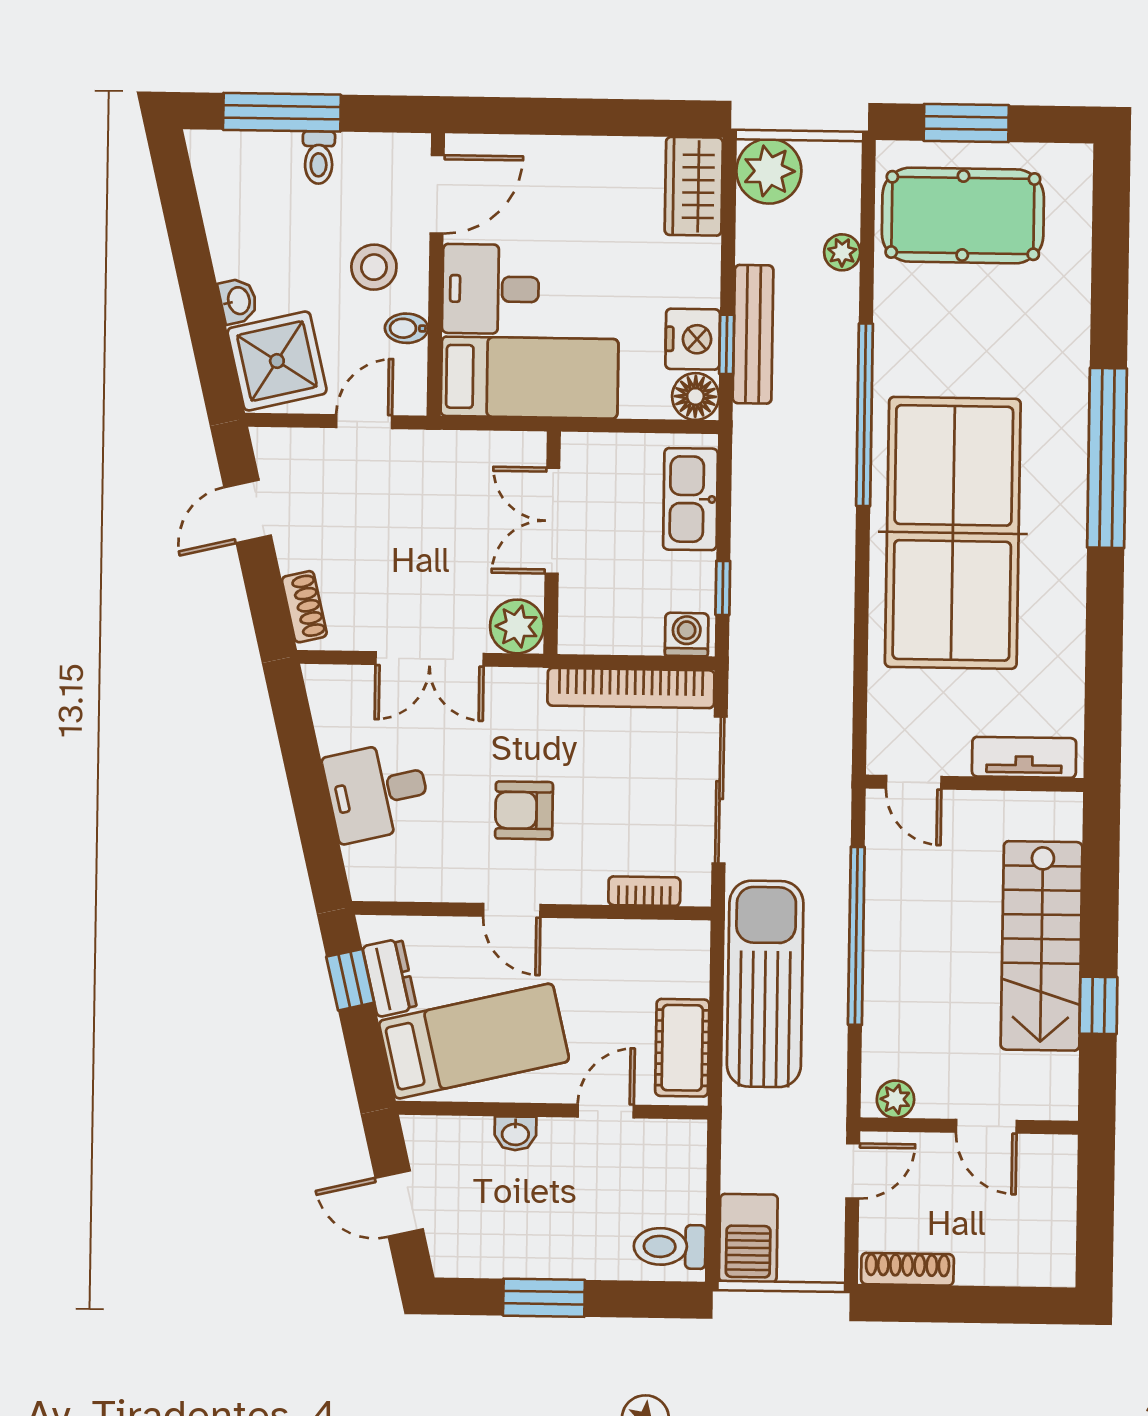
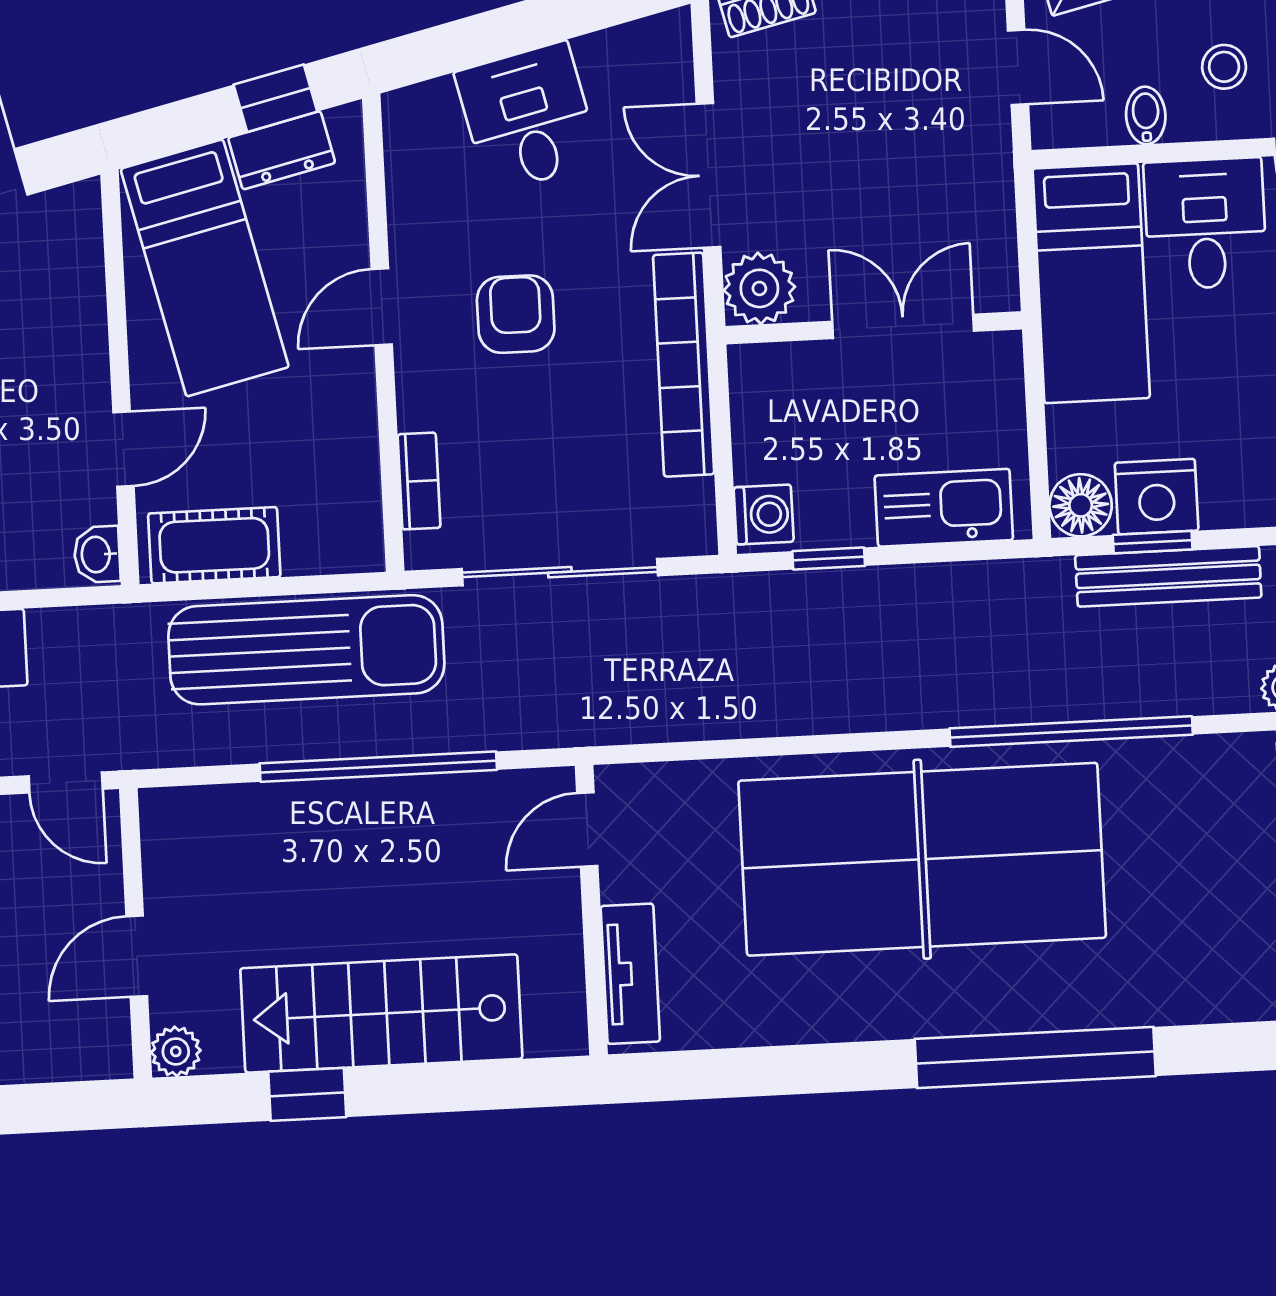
stool: (374, 267) -> (1224, 67), width x0.73, depth x0.73
bookcase: (631, 688) -> (684, 365), moved
plant: (895, 1099) -> (176, 1051), moved
door: (606, 1111) -> (123, 449), hinge flipped
washbasin: (515, 1133) -> (97, 554), moved

